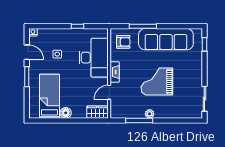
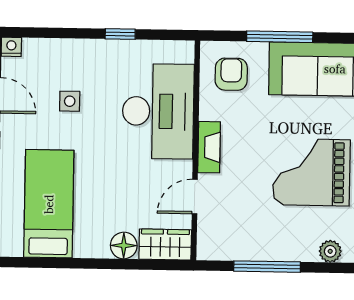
armchair: (123, 42) -> (231, 74), turned -90
floor lamp: (66, 113) -> (124, 246), moved
plant: (150, 114) -> (330, 251), moved

